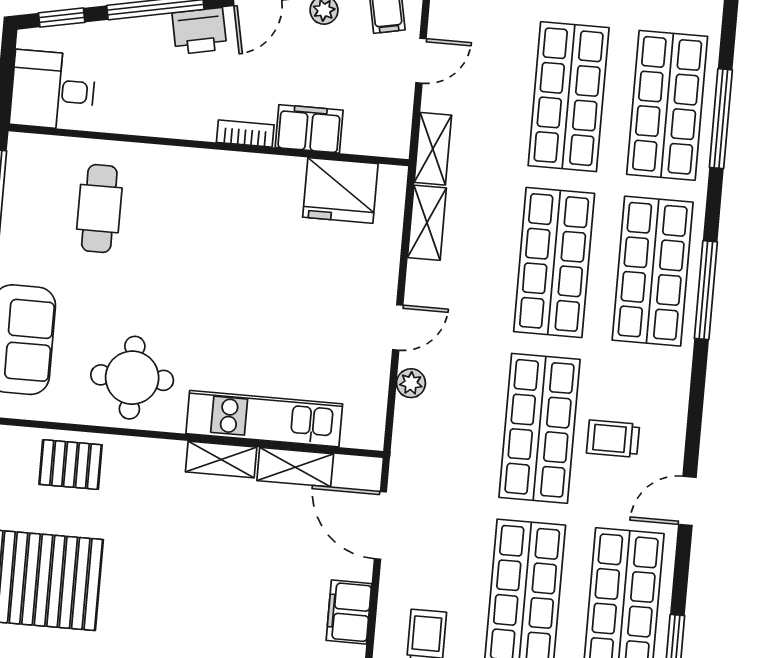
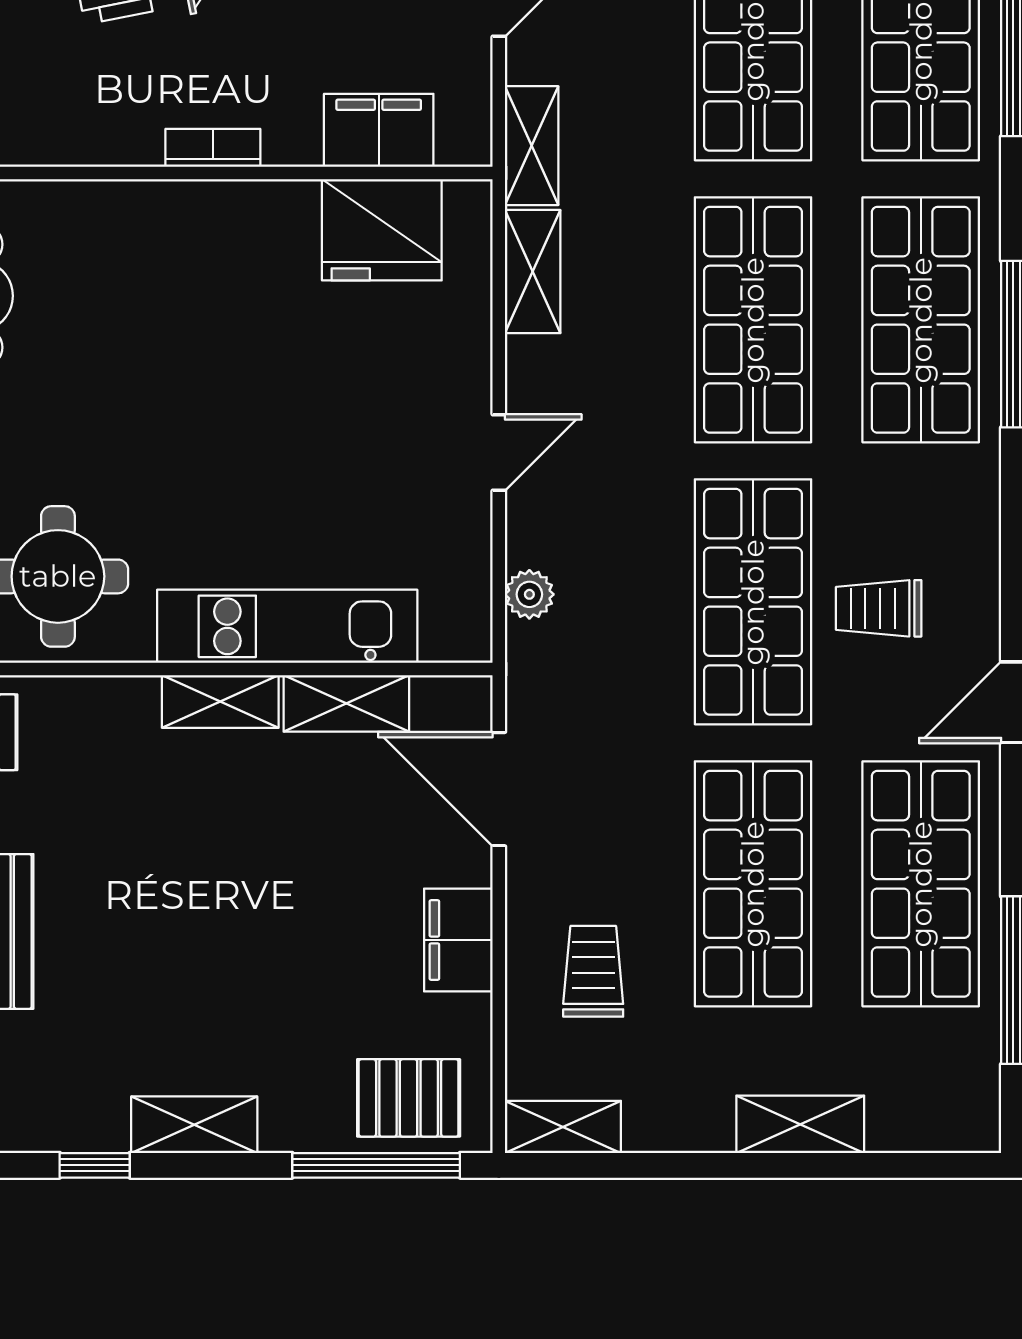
filing cabinet: (309, 129) -> (379, 130), moved
plant: (411, 383) -> (529, 594), moved

